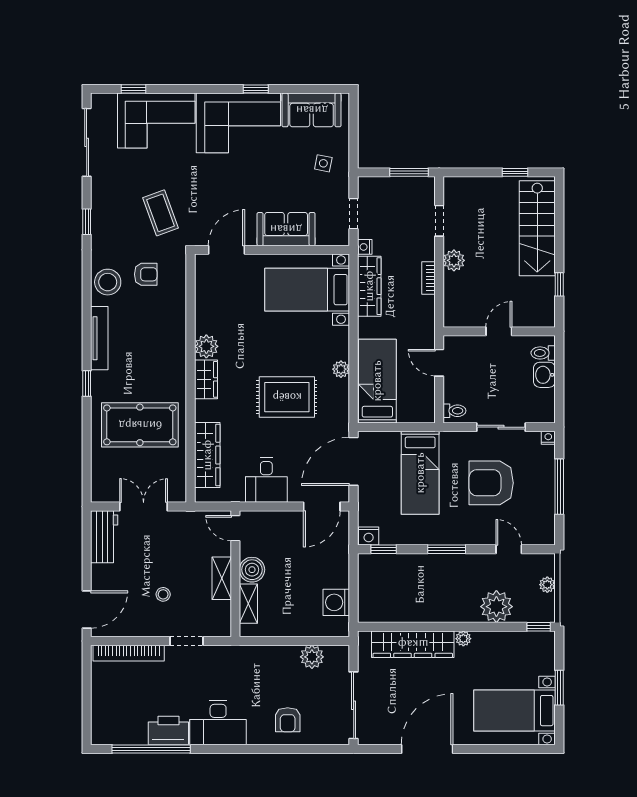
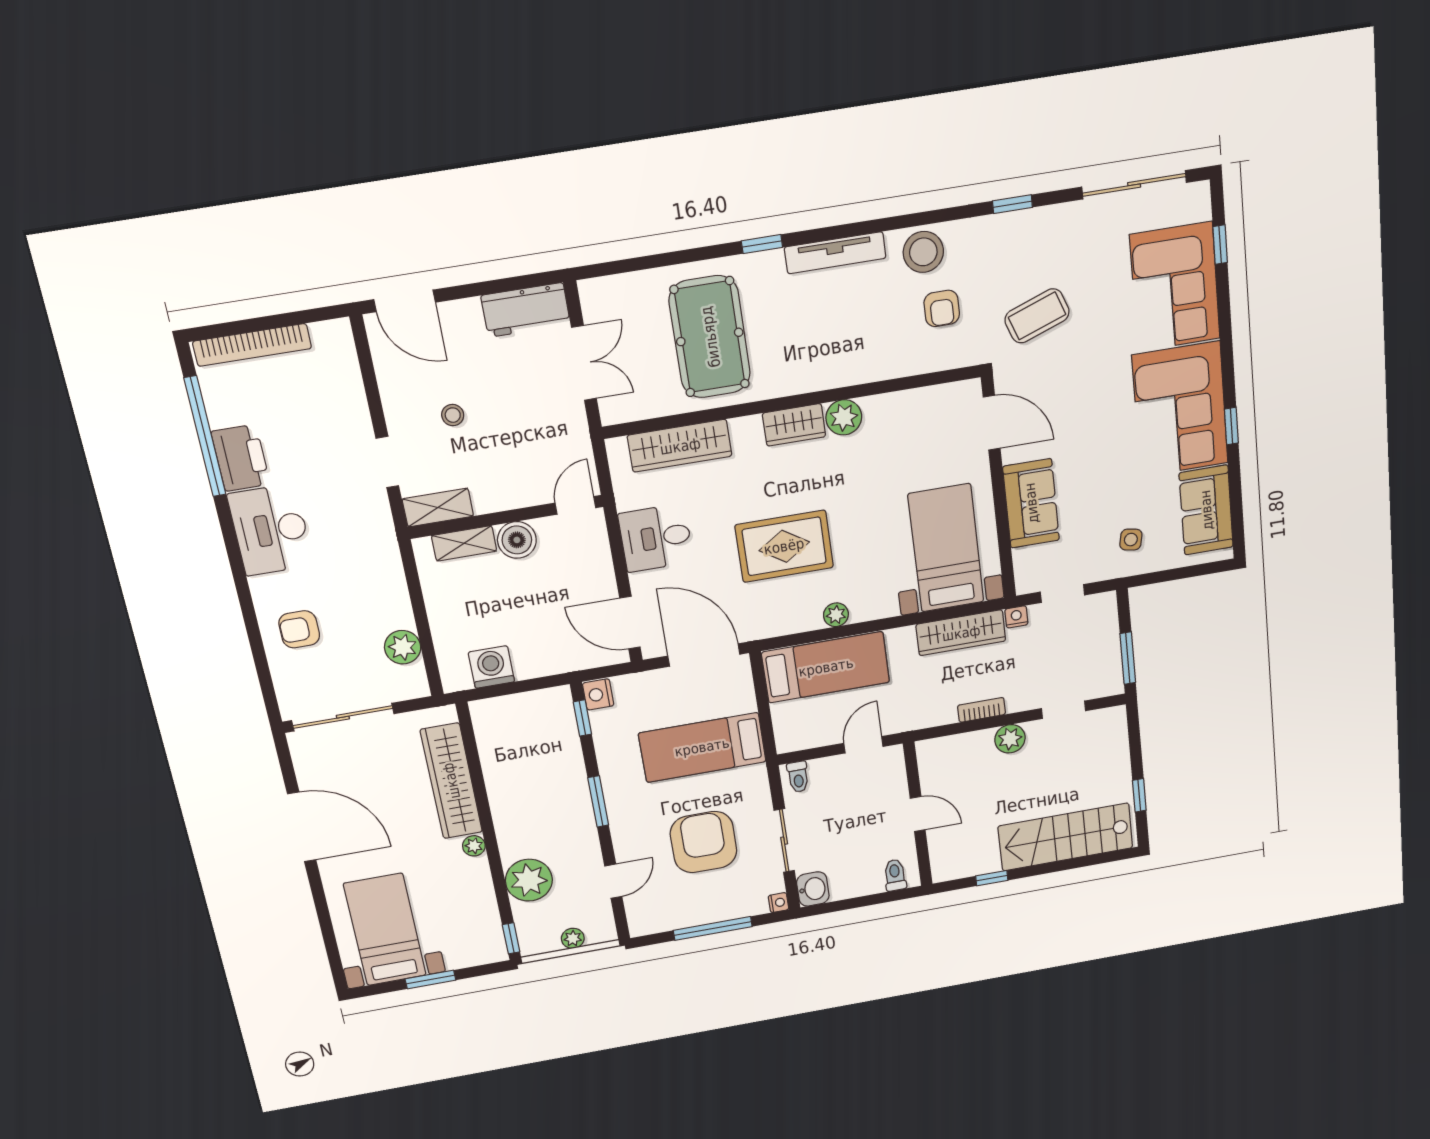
washbasin: (544, 375) -> (813, 889), moved, turned 90
rug: (287, 397) -> (784, 546), turned 90
shelving: (222, 578) -> (438, 508), moved
bookcase: (129, 653) -> (252, 345), moved, turned -90

